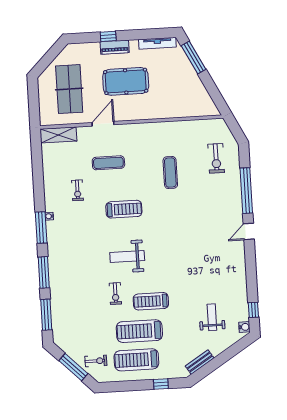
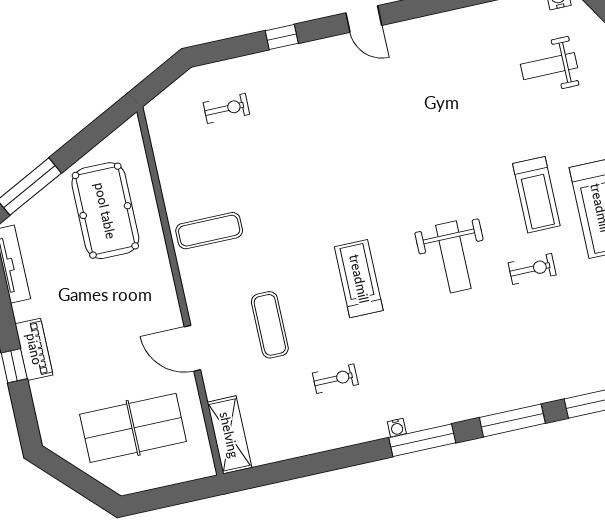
pool table: (126, 81) -> (105, 211), moved
exercise bike: (216, 158) -> (226, 108), width x0.73, depth x0.72
exercise mat: (170, 173) -> (209, 231), moved
window: (246, 191) -> (282, 37), width x0.32

